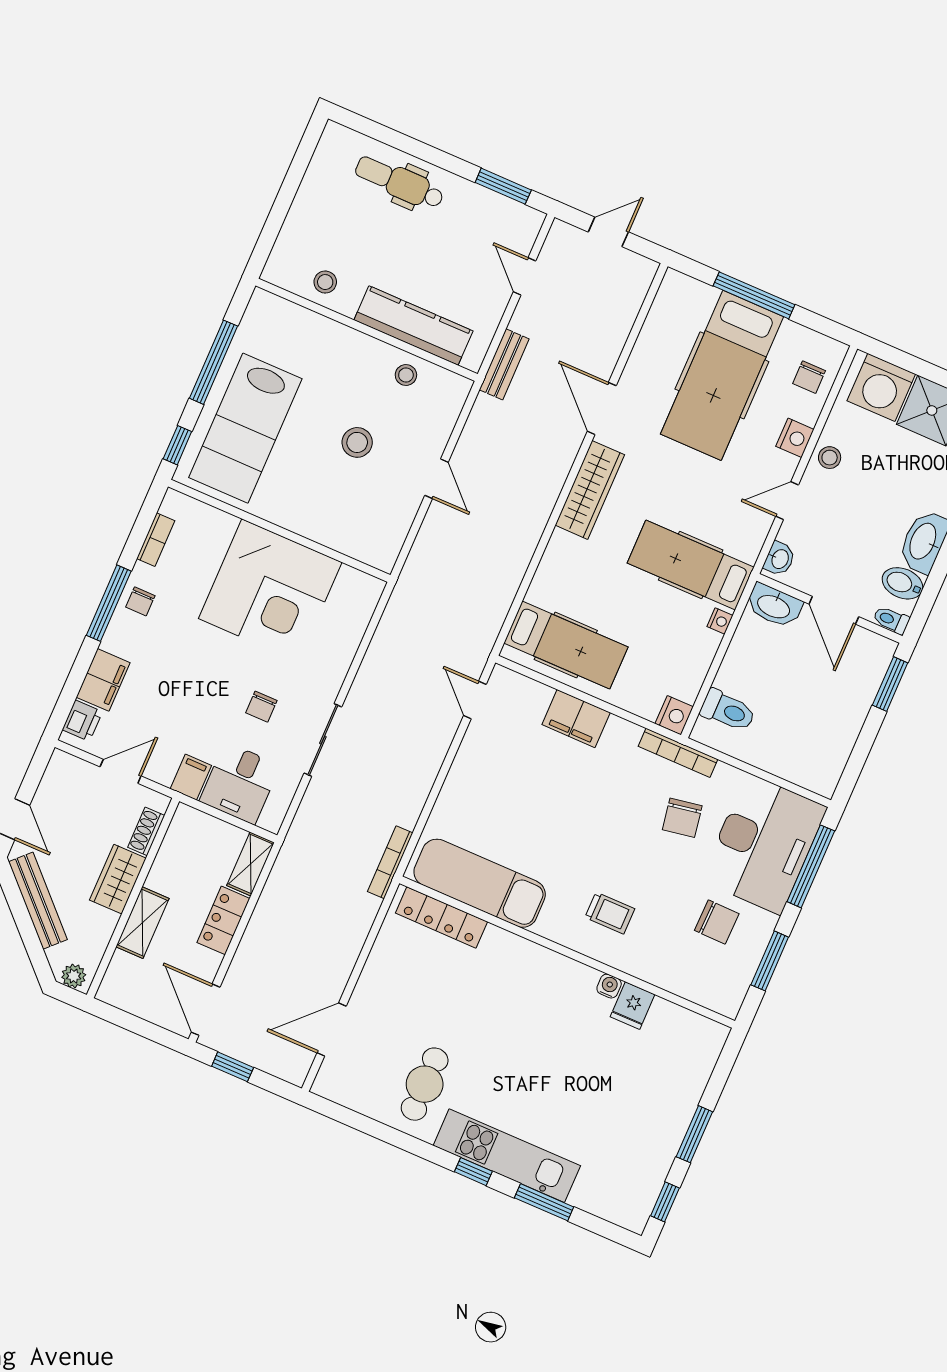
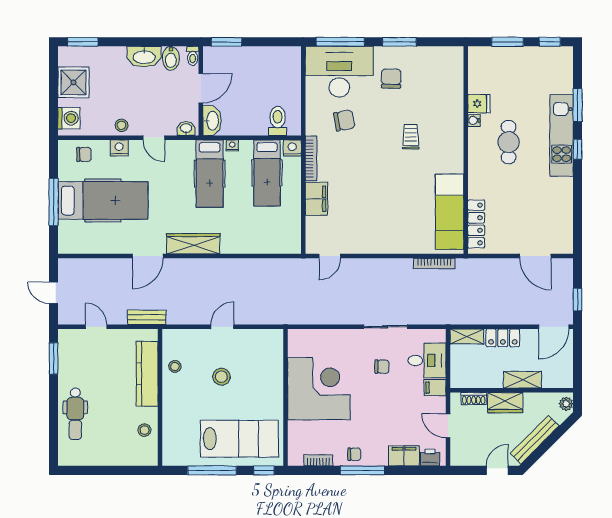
door: (524, 276) -> (96, 327), swing flipped
washing machine: (881, 387) -> (69, 118), width x0.73, depth x0.73
hospital bed: (566, 645) -> (267, 173), moved, turned 180
bookcase: (678, 753) -> (311, 158), moved
exam couch: (480, 883) -> (450, 212), moved
locker: (441, 917) -> (476, 224), moved
wall: (567, 952) -> (466, 150), moved
water cooler: (609, 986) -> (474, 120), moved
fridge: (633, 1006) -> (479, 104), moved
cafe table: (425, 1084) -> (509, 142), moved, turned 90

